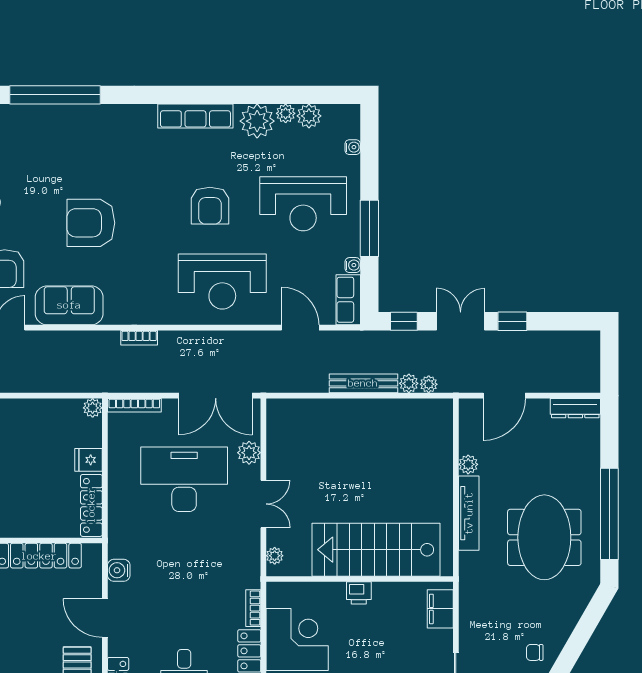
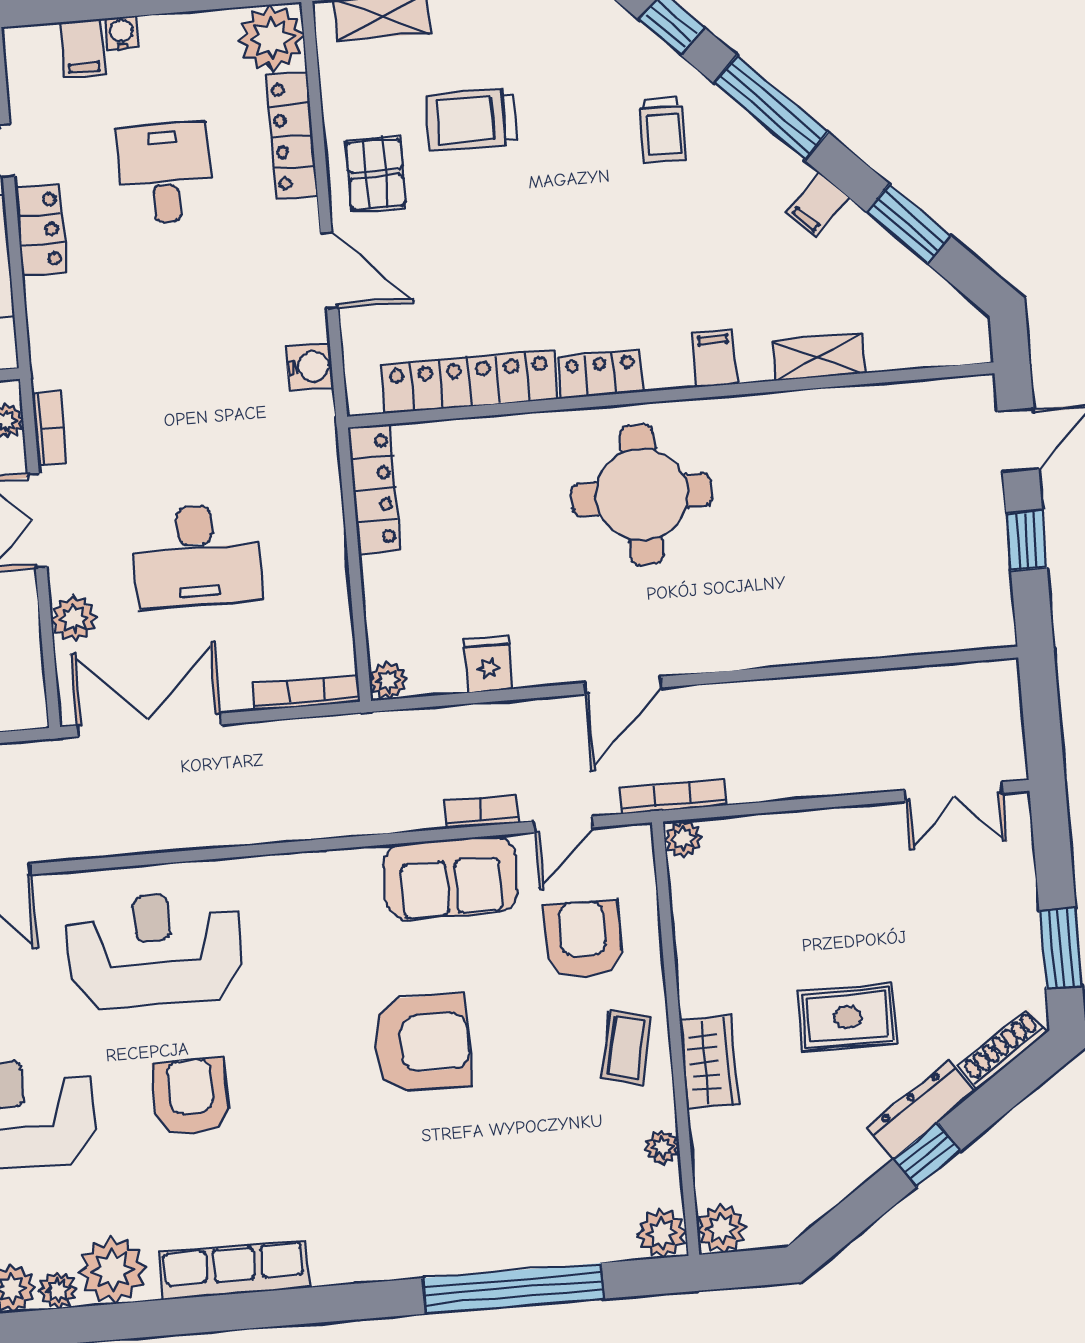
bookcase: (139, 338) -> (482, 811), moved
fridge: (88, 460) -> (488, 664), moved, turned -90
desk: (184, 479) -> (197, 556), width x0.73, depth x0.77
bookcase: (253, 608) -> (49, 428), moved

